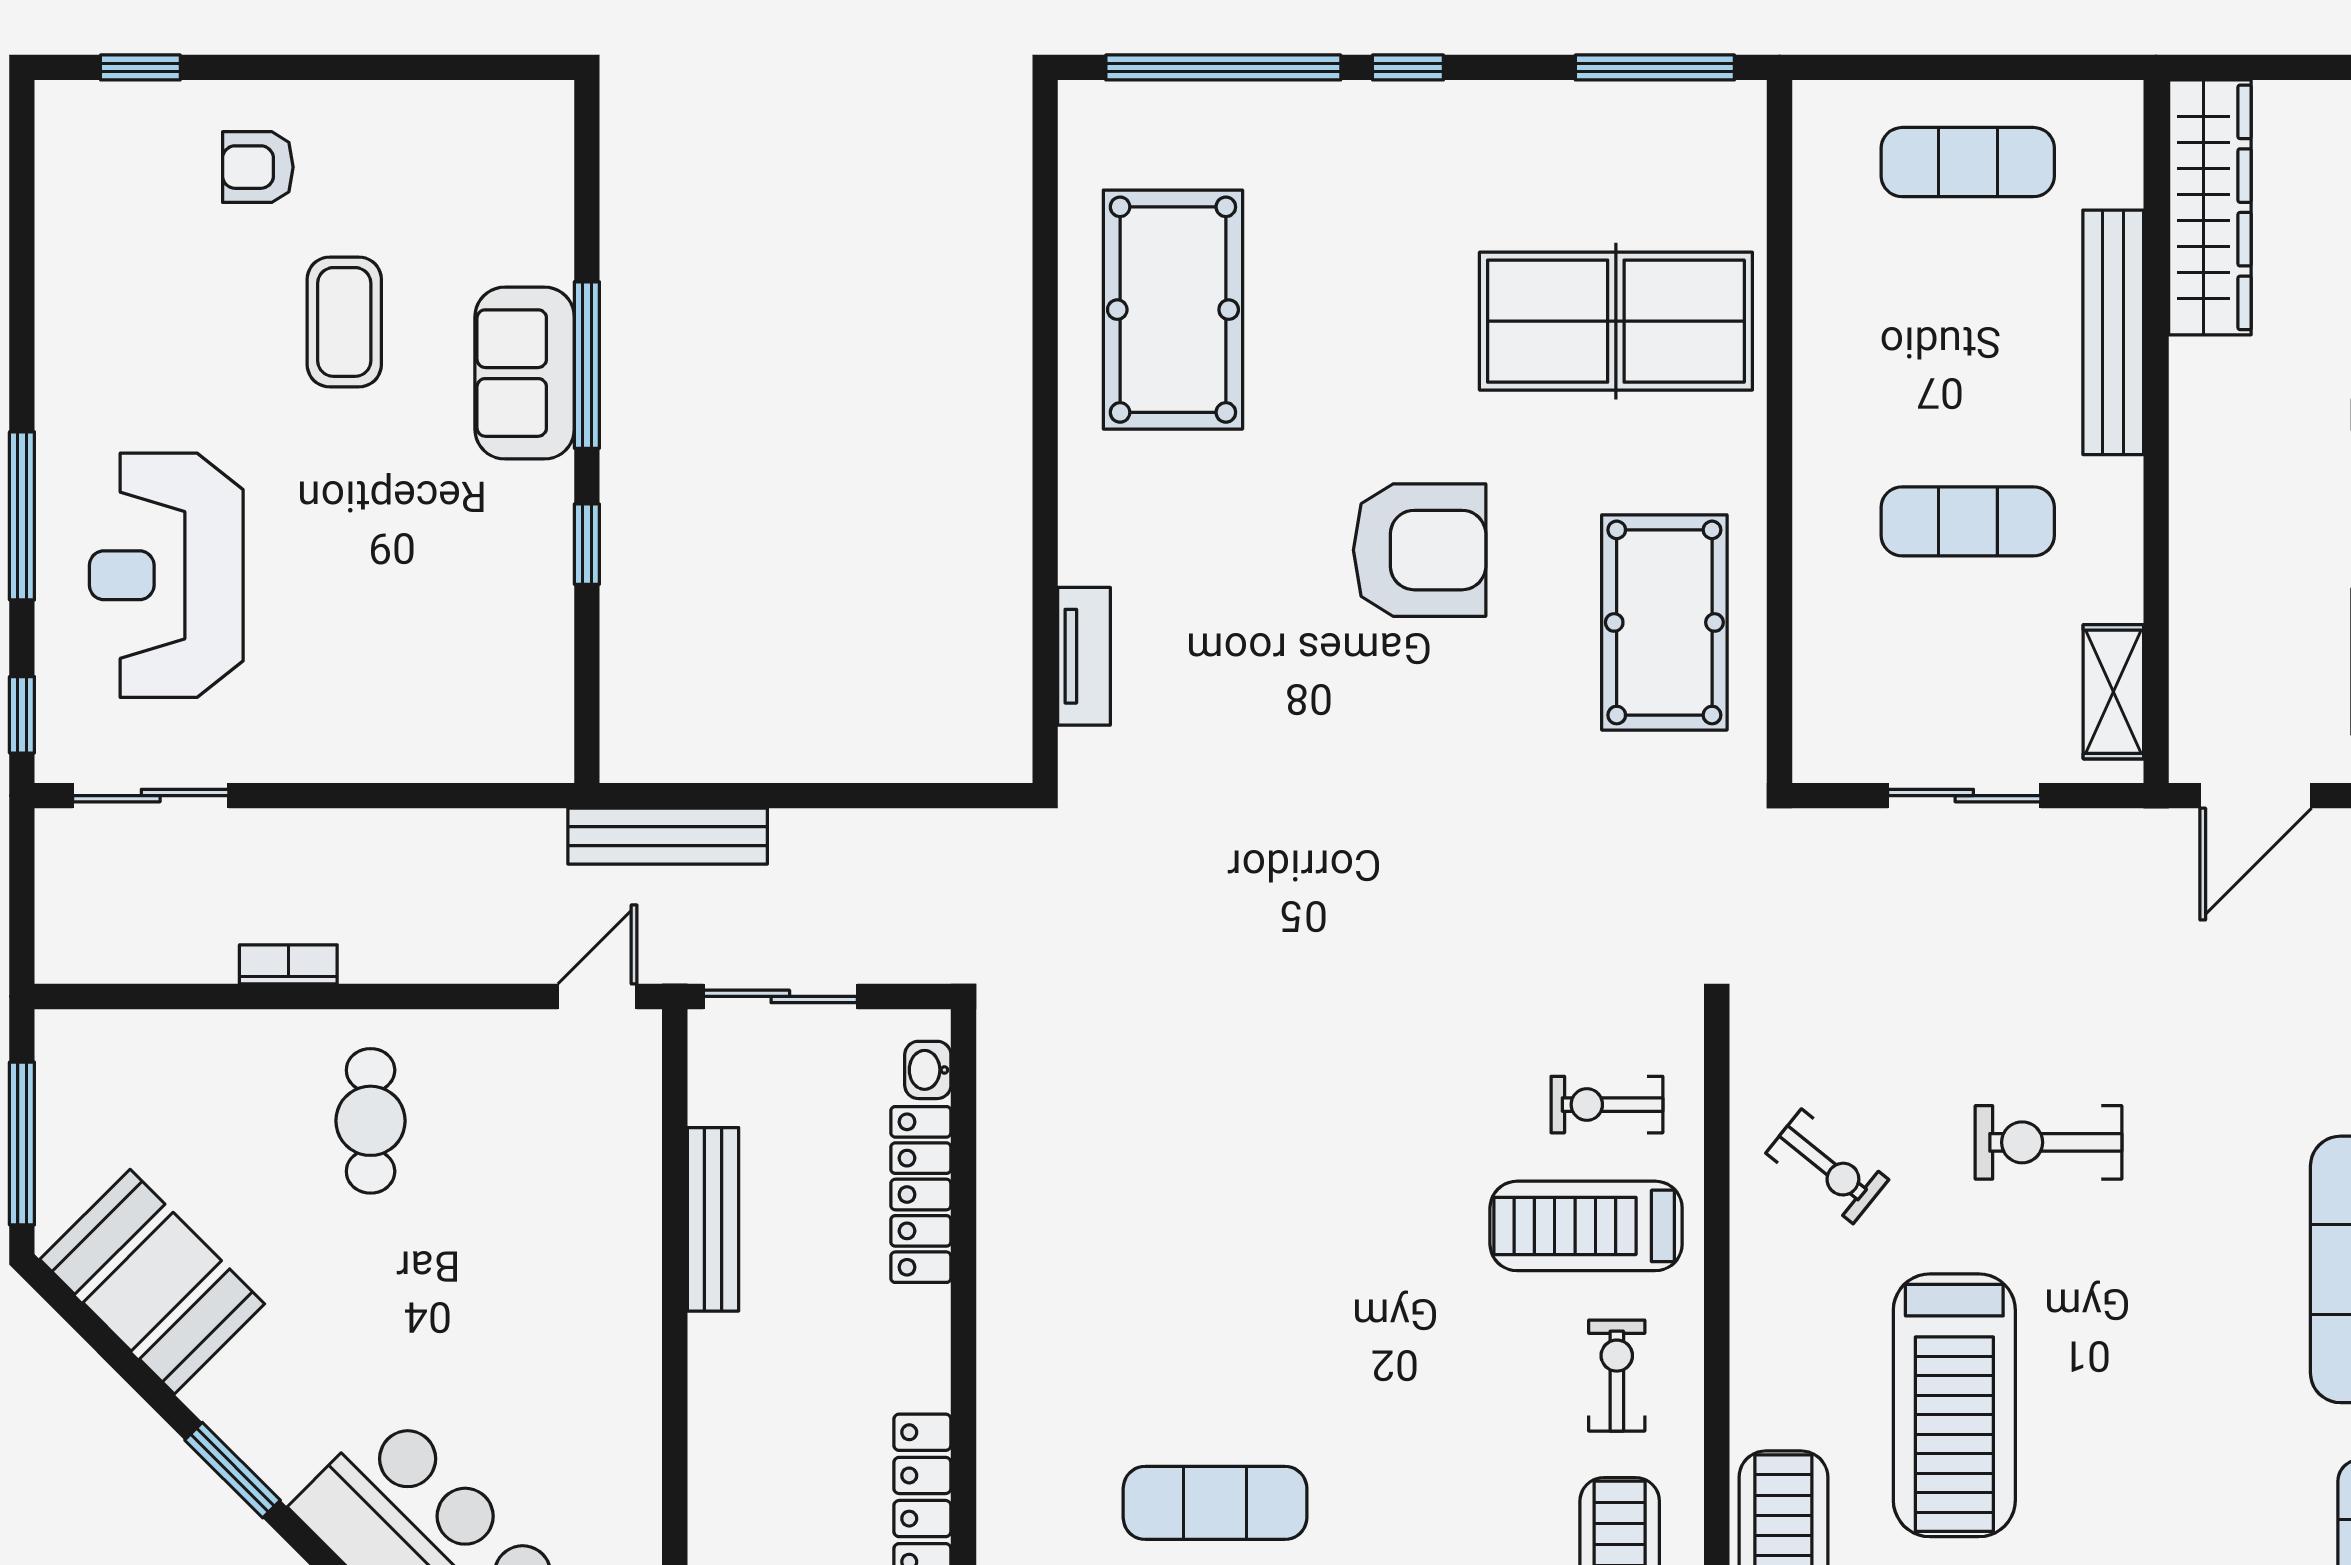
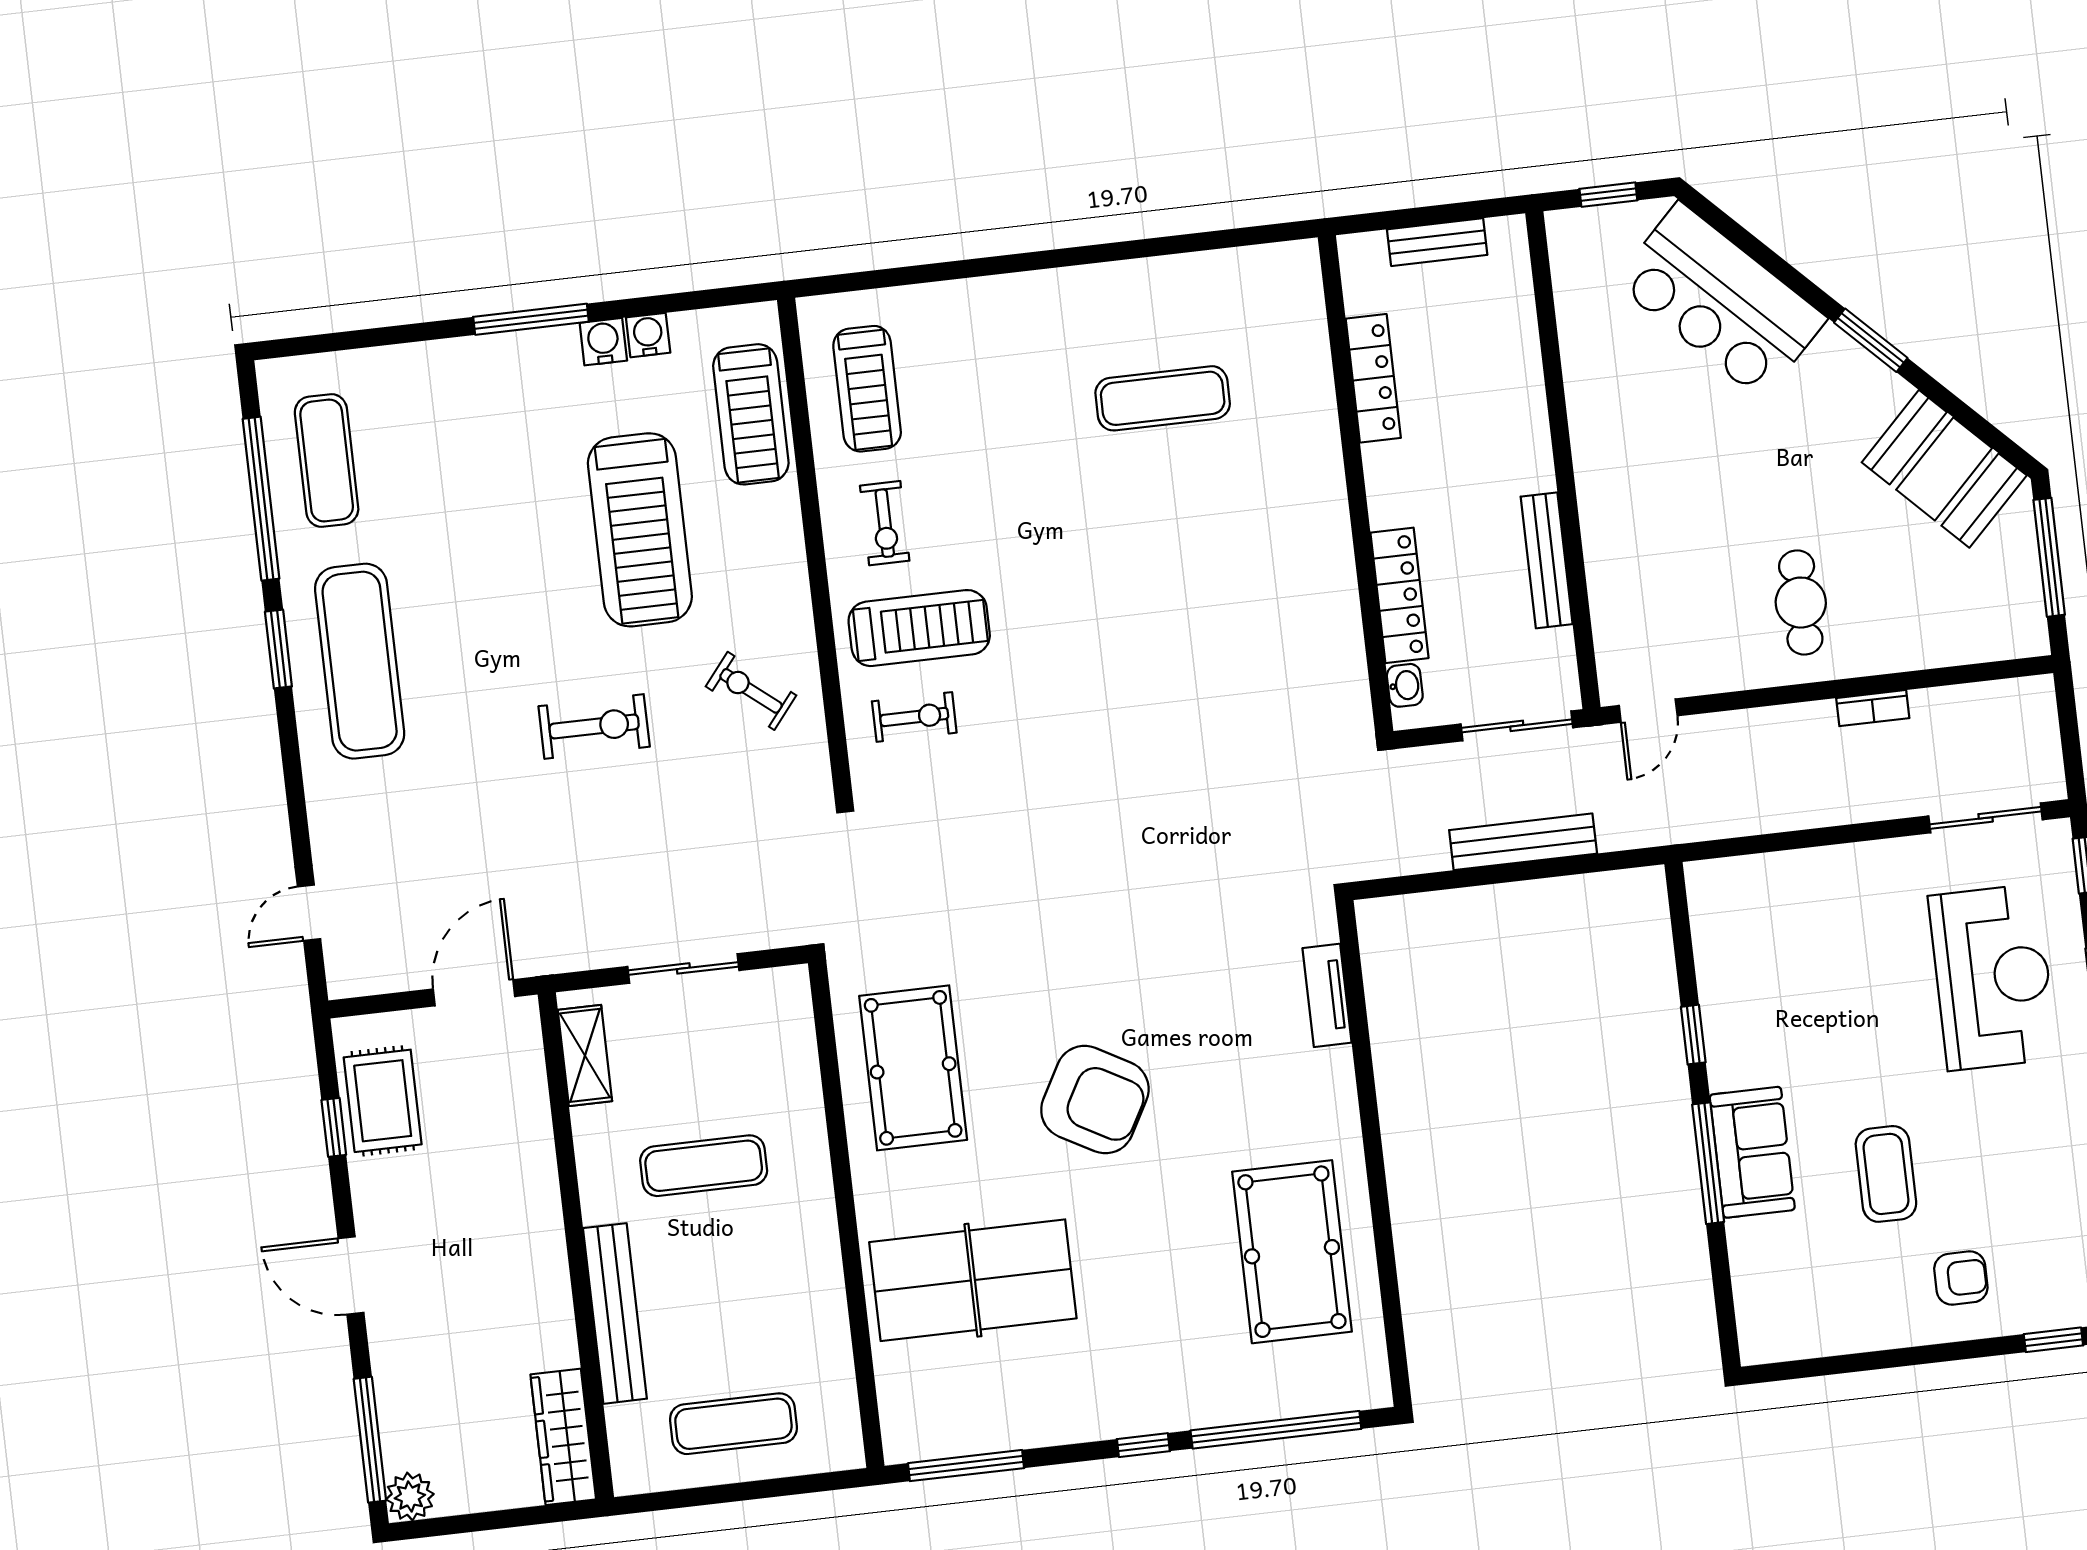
wardrobe: (2210, 207) -> (563, 1437), width x0.71, depth x0.85
armchair: (1420, 550) -> (1095, 1100), turned -151
bench: (668, 836) -> (1523, 842), moved
treadmill: (1954, 1405) -> (640, 530), turned 180

